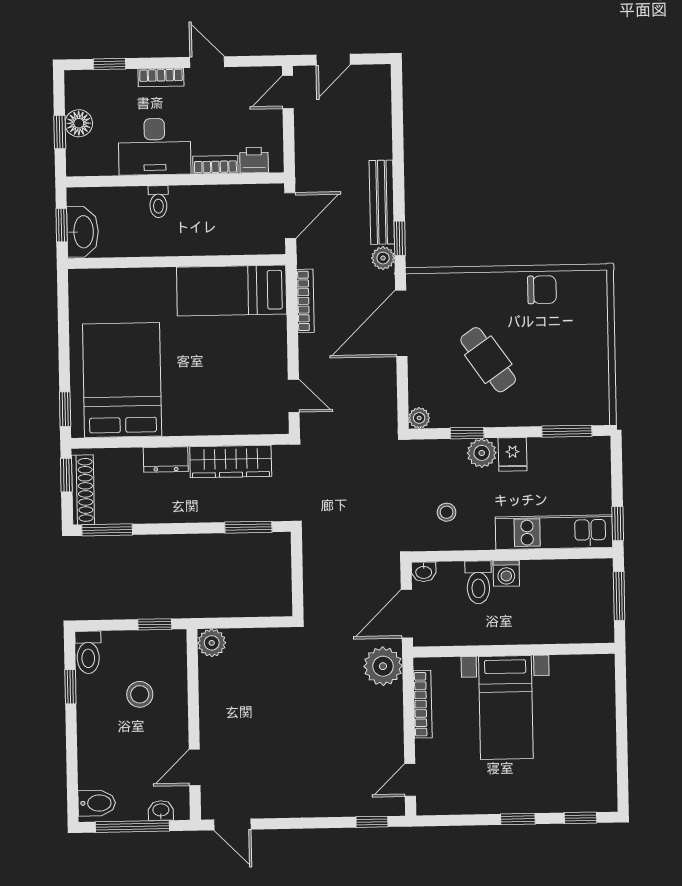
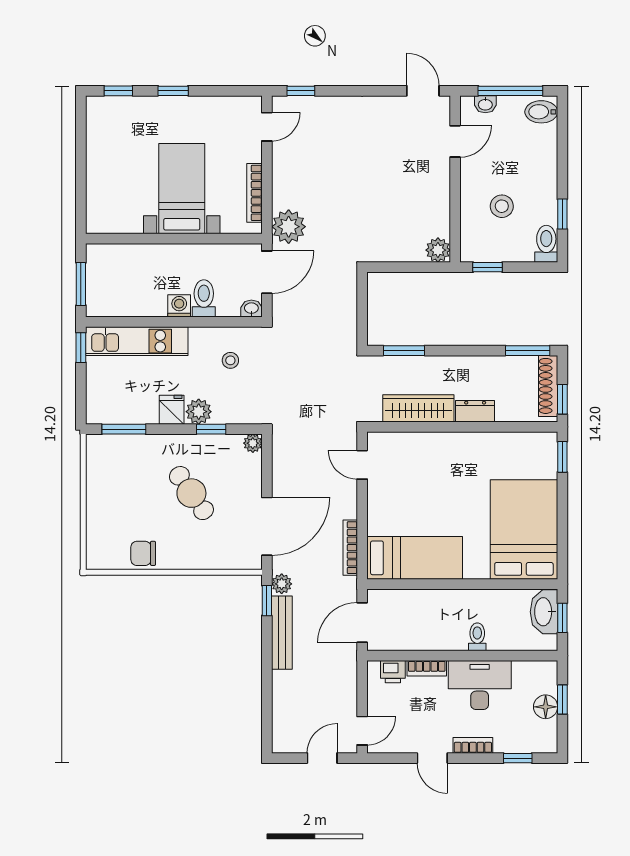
bed: (122, 380) -> (524, 530), moved, turned 180

